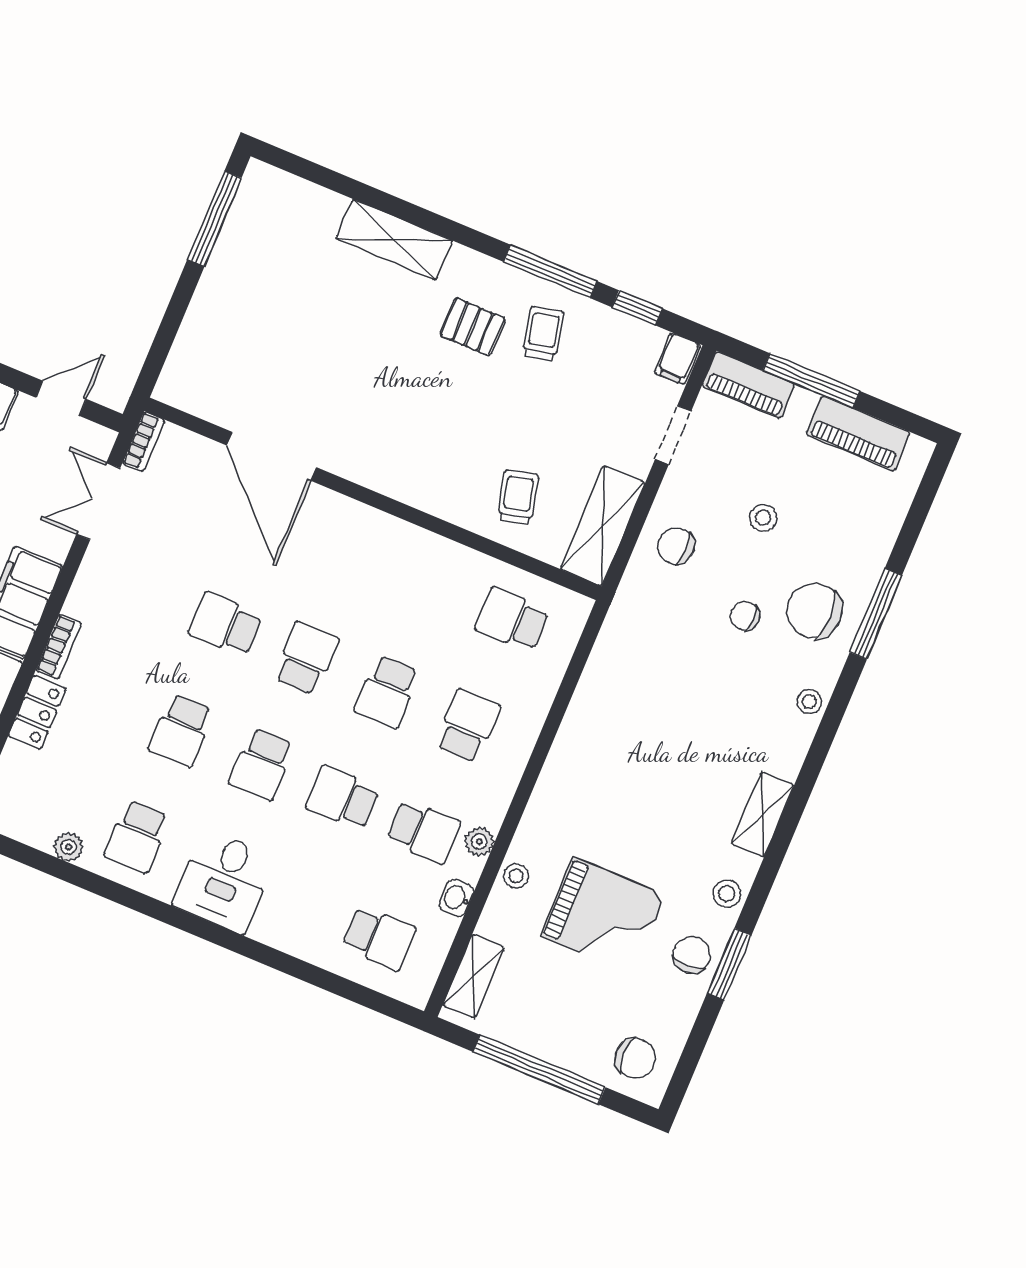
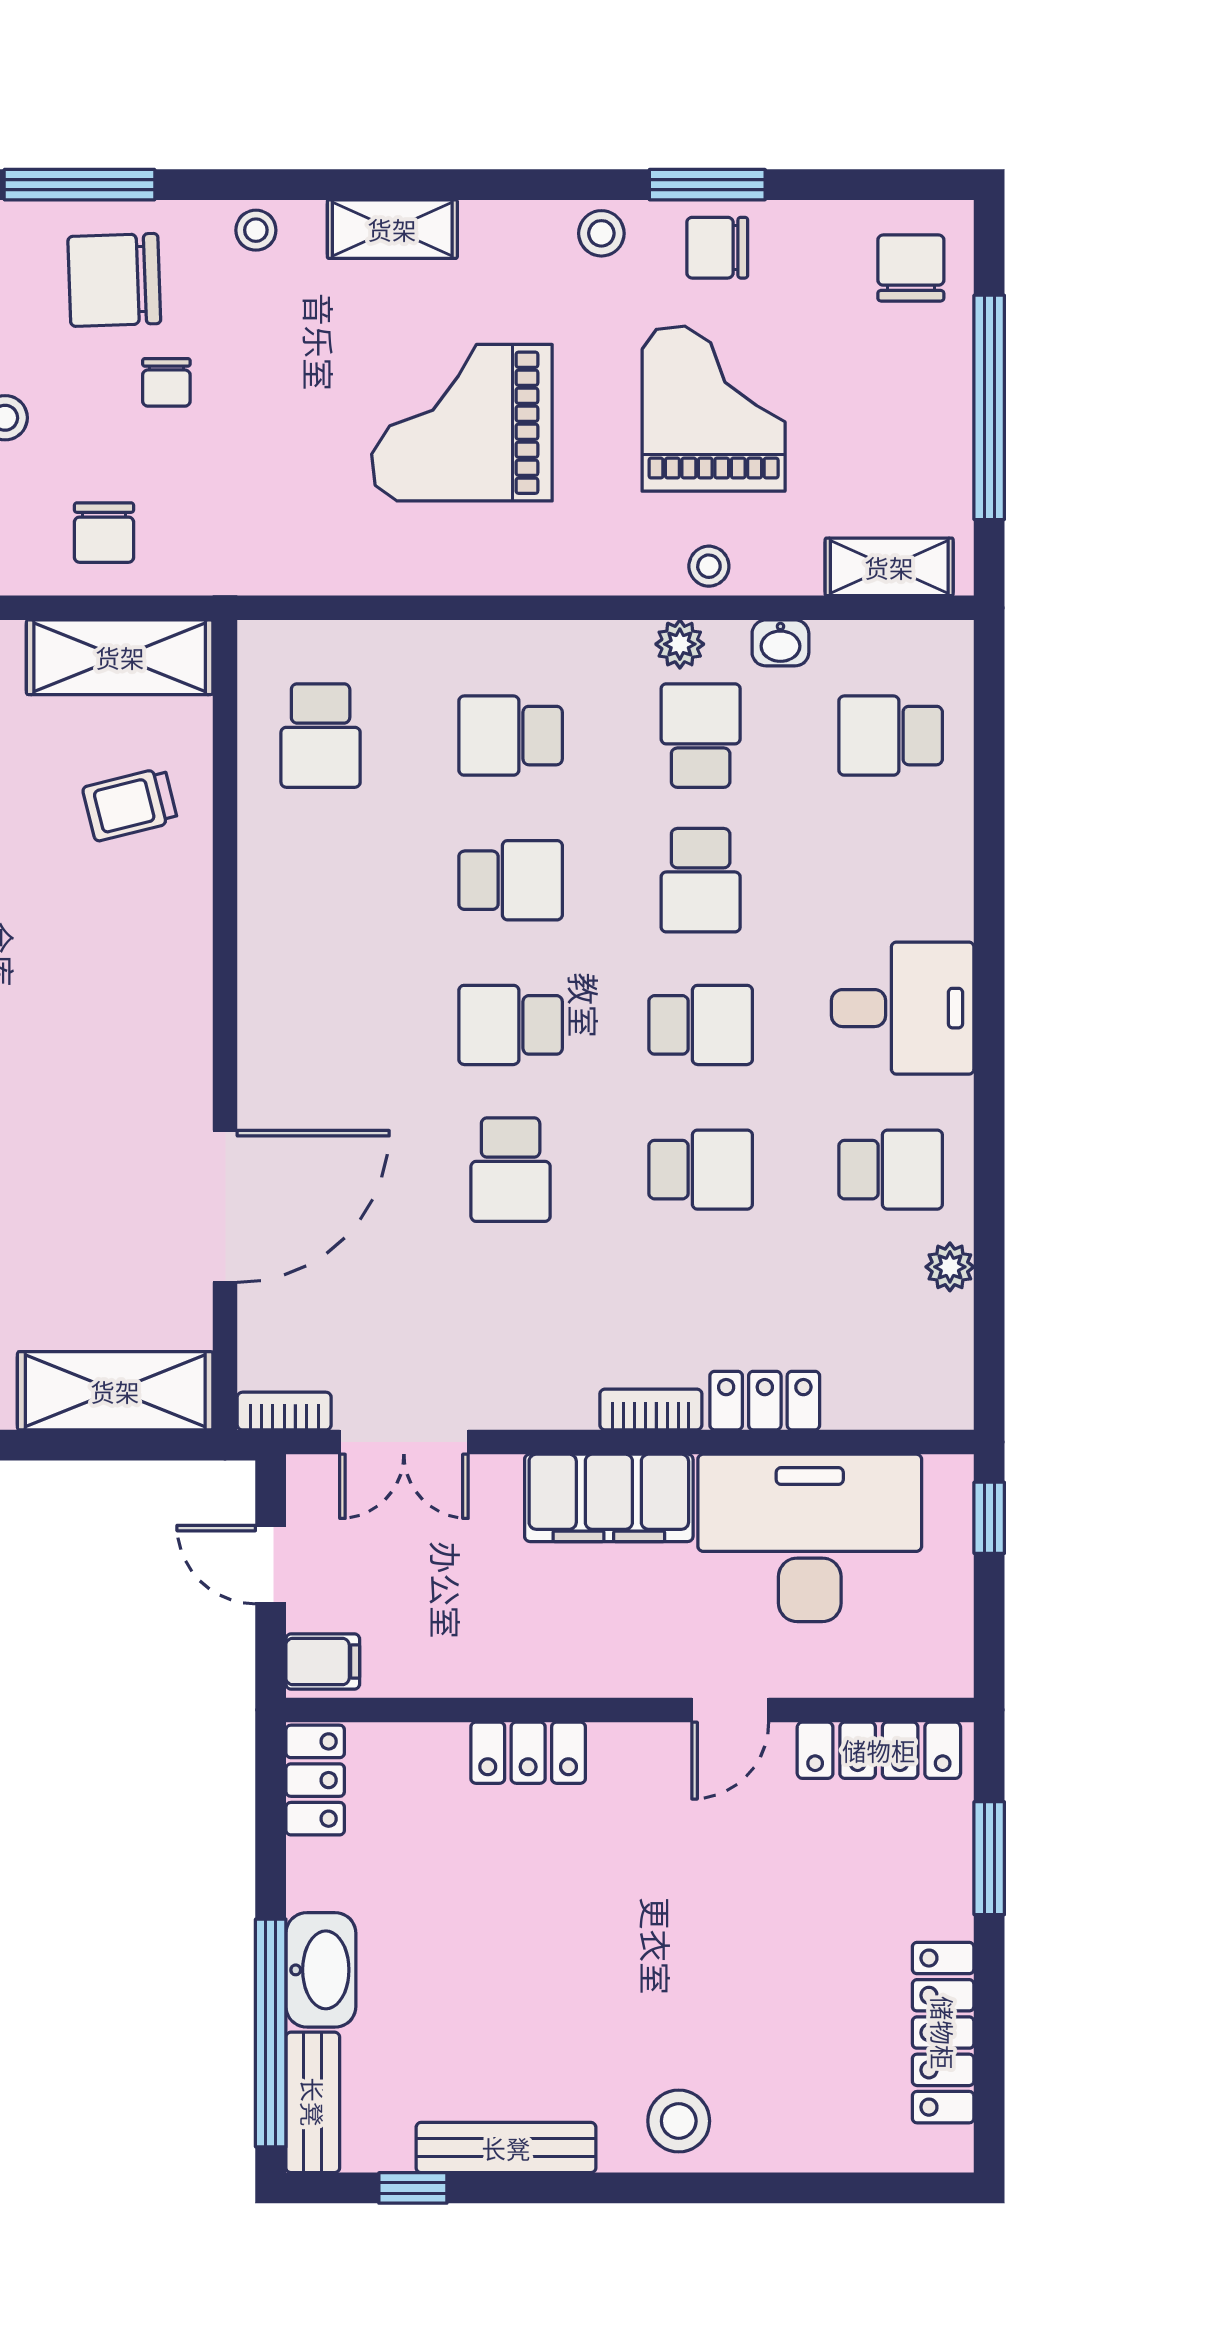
shelving: (194, 352) -> (115, 1391), added
chair: (815, 611) -> (114, 280), turned 88
grand piano: (654, 772) -> (462, 423), added
shelving: (763, 814) -> (392, 229), moved
school desk: (379, 938) -> (891, 736), turned -90

